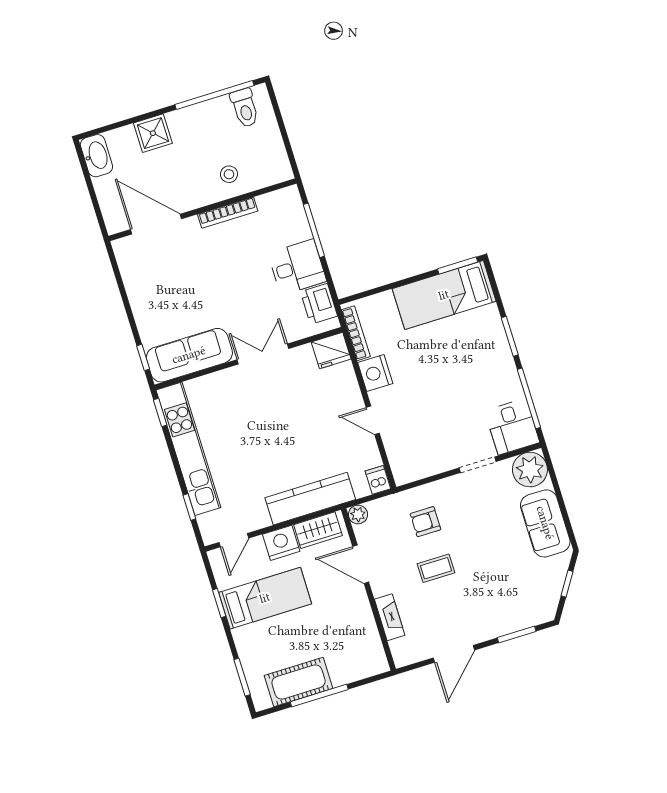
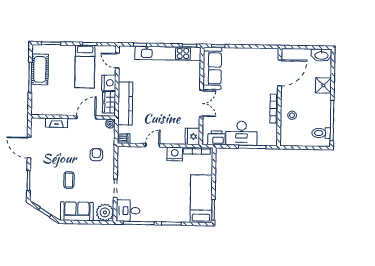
desk: (297, 267) -> (241, 133), width x1.37
coffee table: (436, 568) -> (69, 180), moved

